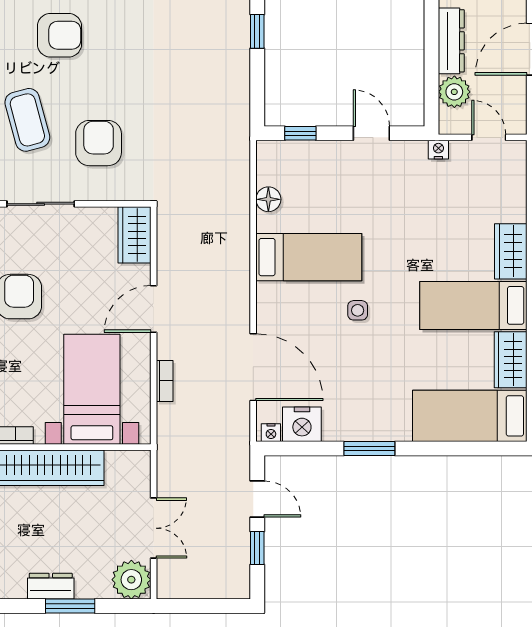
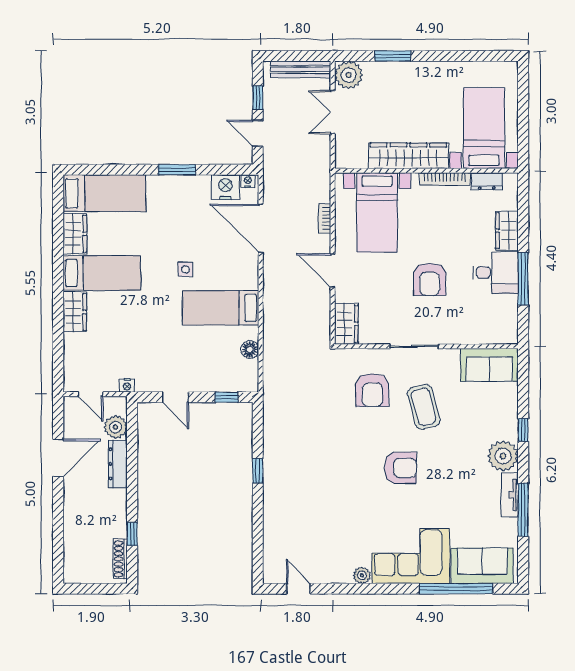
armchair: (59, 35) -> (401, 468), turned 180
door: (154, 309) -> (333, 270), swing flipped
dresser: (51, 586) -> (407, 70), removed
bench: (198, 588) -> (301, 69), added

